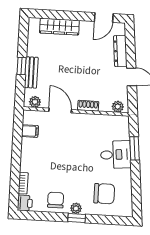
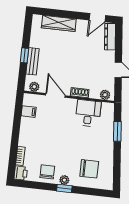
dresser: (120, 51) -> (110, 37), moved
desk: (116, 155) -> (88, 113), moved, turned -84

